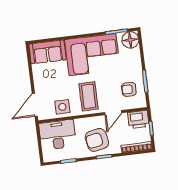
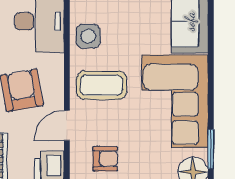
armchair: (129, 89) -> (105, 159), turned 90
door: (113, 113) -> (67, 125), hinge flipped

